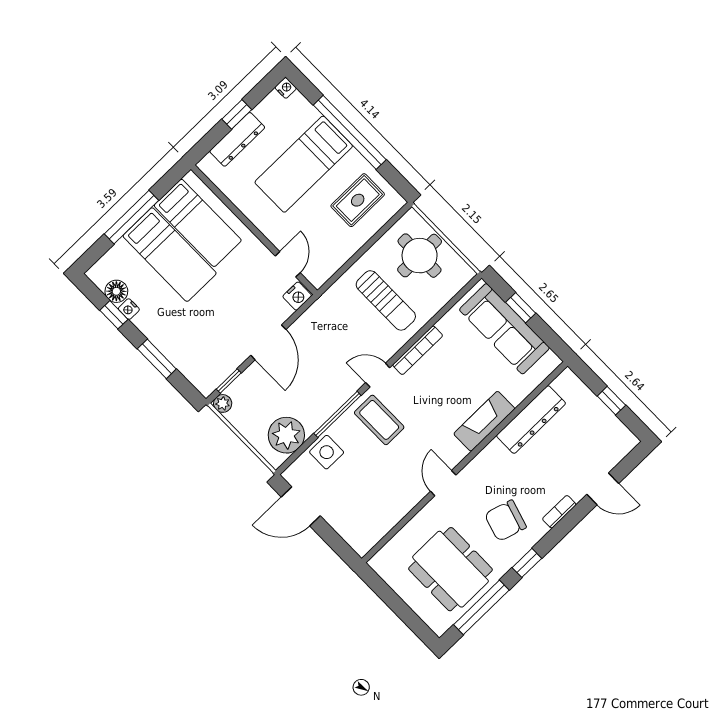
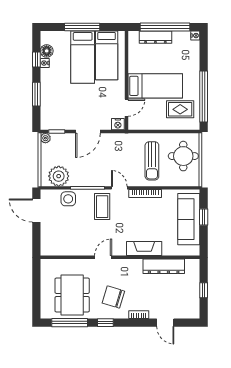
window: (237, 114) -> (165, 27), width x3.17
window: (350, 132) -> (204, 96), moved
bed: (304, 164) -> (155, 86), moved, turned 180

